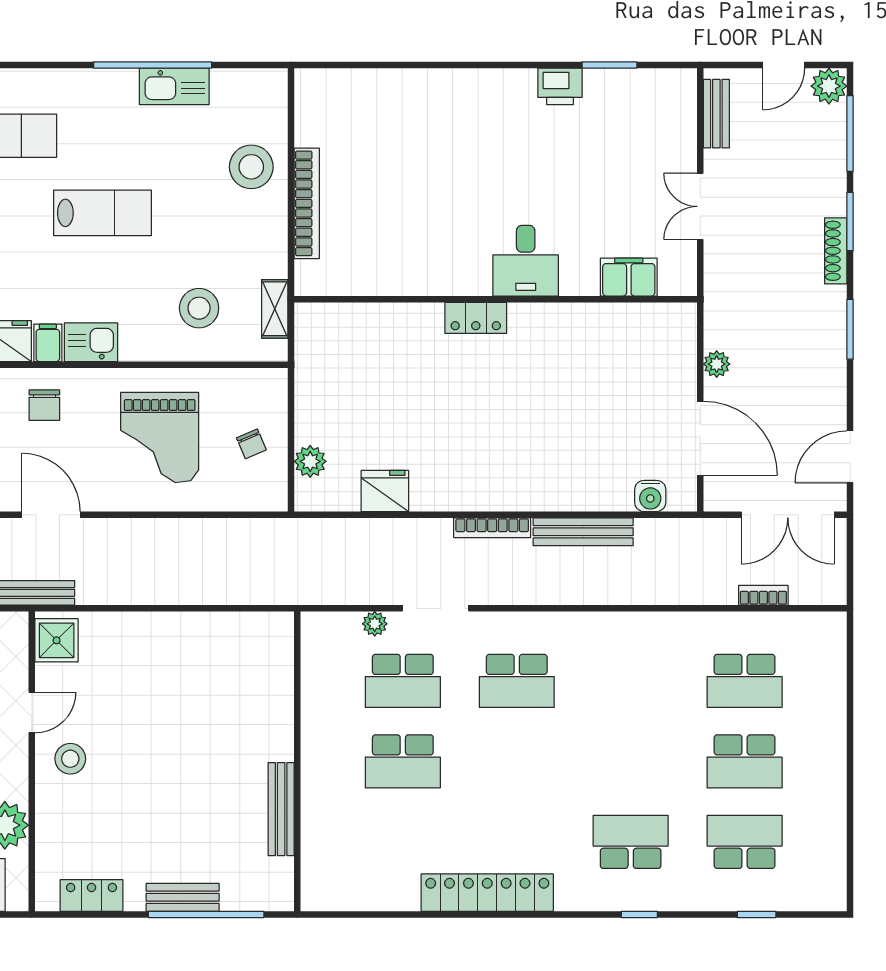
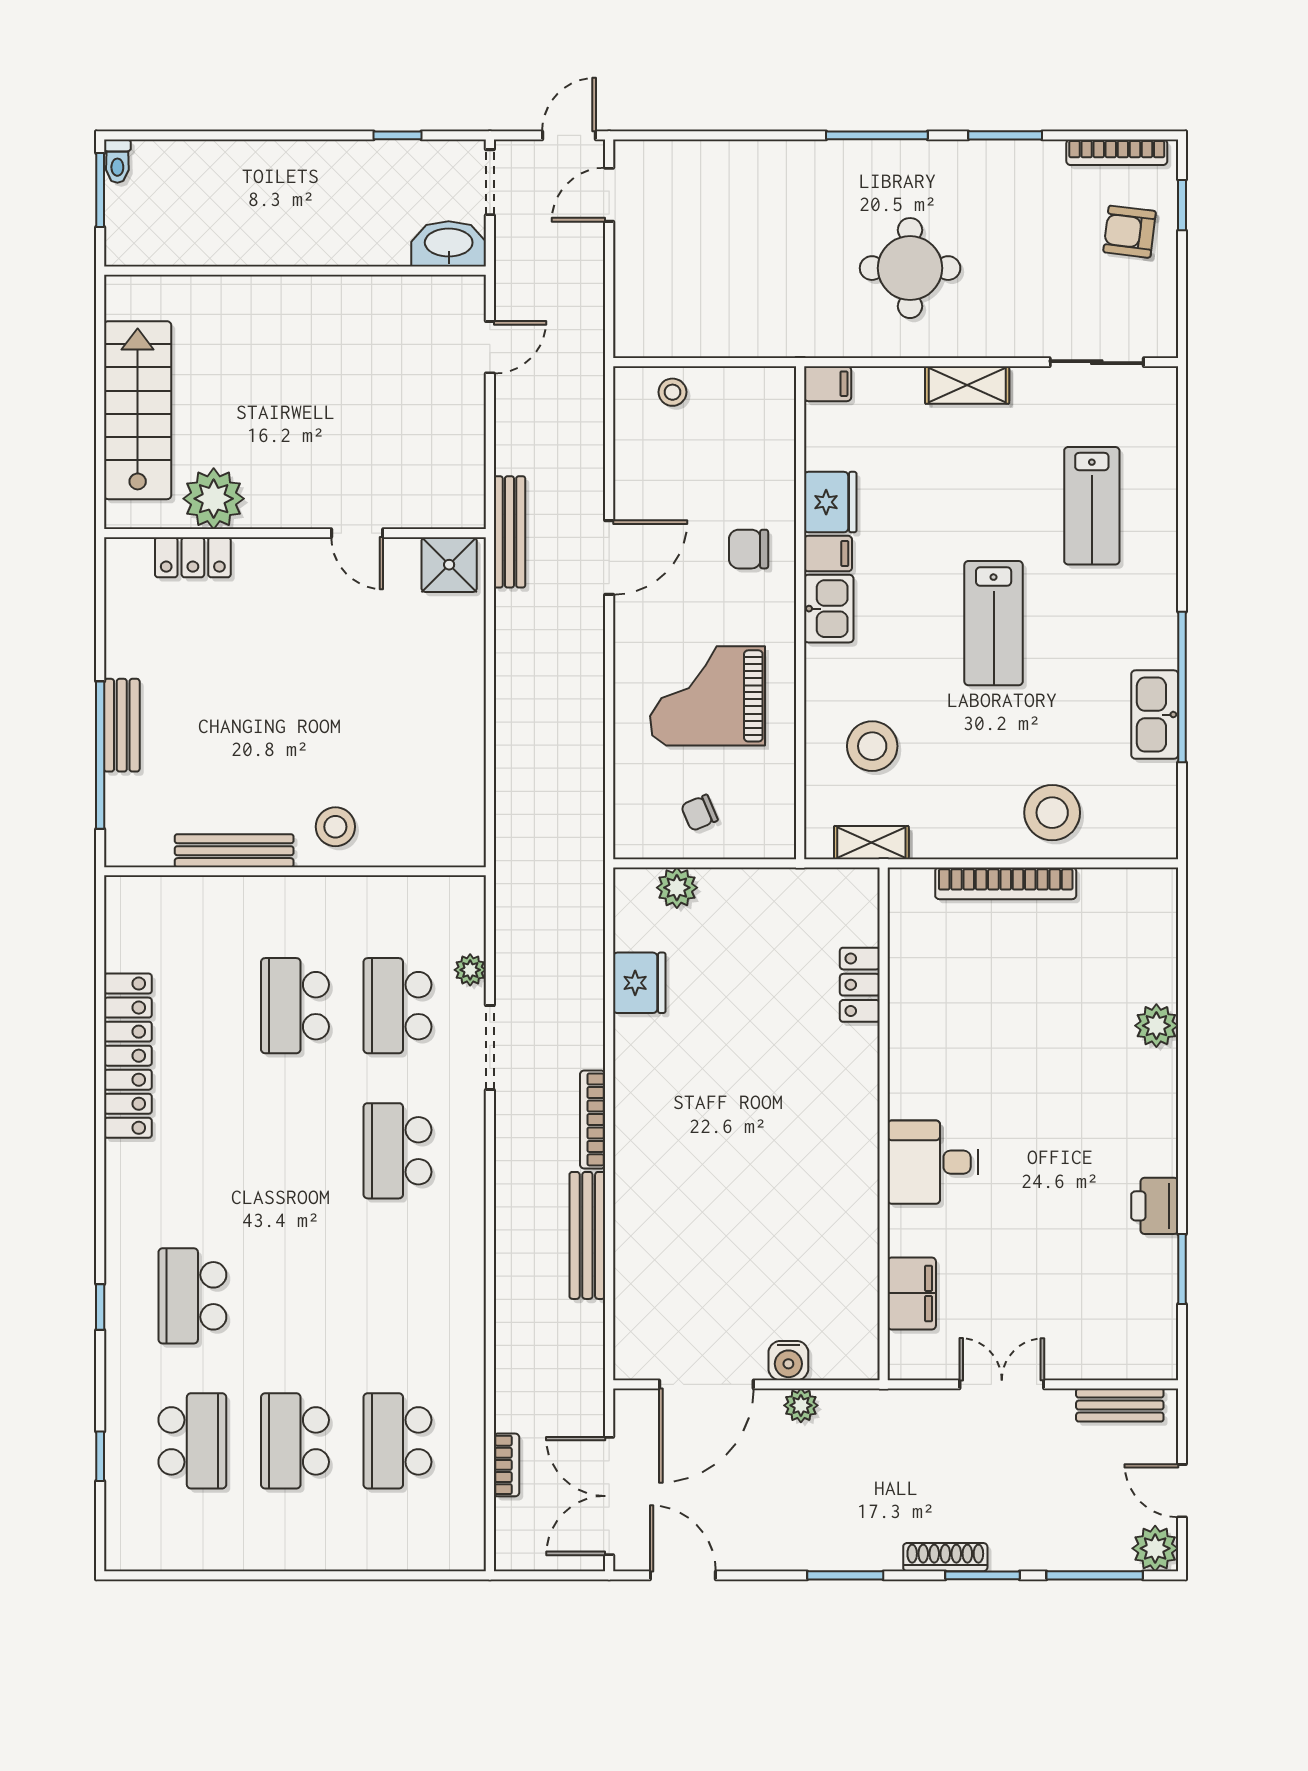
plant: (418, 85) -> (1156, 1026), added
locker: (476, 318) -> (860, 985), moved
water cooler: (650, 496) -> (788, 1361), moved, turned -90
stool: (70, 759) -> (335, 827), moved
school desk: (631, 842) -> (192, 1296), turned 180
locker: (487, 893) -> (128, 1056), moved
locker: (92, 895) -> (193, 557), moved, turned 90

